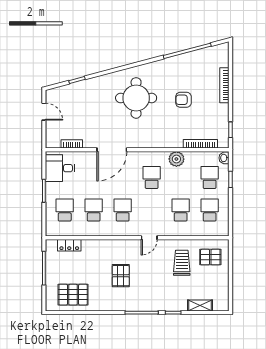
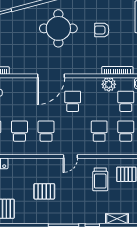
door: (112, 150) -> (51, 76), moved
plant: (176, 159) -> (109, 84), moved
trolley: (182, 263) -> (100, 179), turned 180
pallet: (121, 276) -> (44, 191), turned 90

